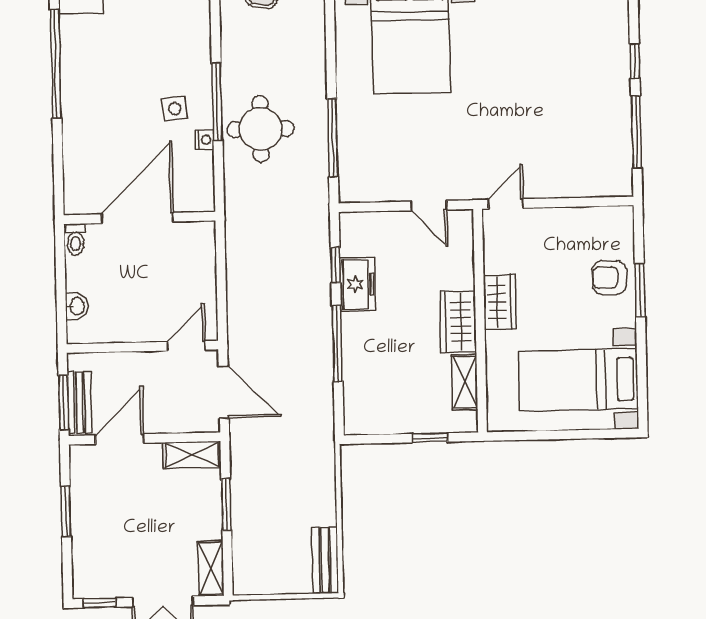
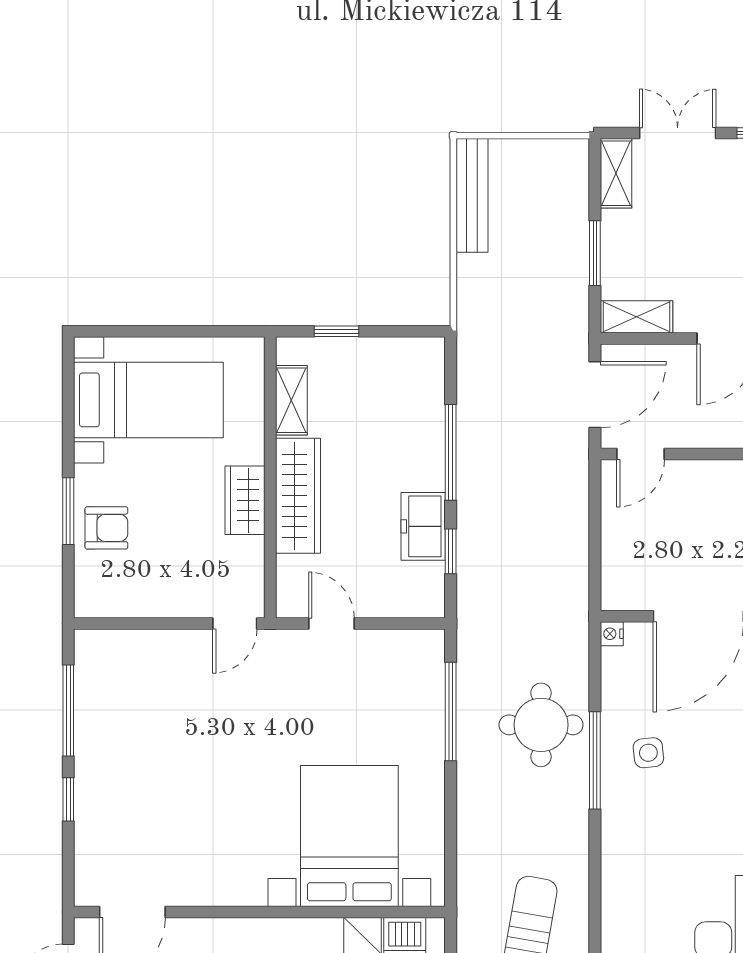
nightstand: (205, 140) -> (612, 634), moved
wardrobe: (458, 322) -> (298, 496), width x1.50
door: (224, 392) -> (595, 395), swing flipped
bench: (325, 560) -> (472, 195), width x1.36

